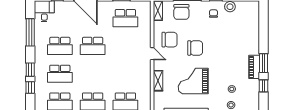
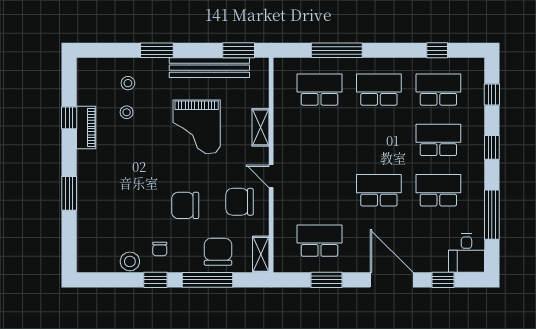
chair: (195, 48) -> (185, 205), moved
window: (264, 63) -> (69, 193), moved
piano: (254, 67) -> (86, 127), moved
grand piano: (193, 81) -> (197, 127), turned 90
window: (30, 87) -> (492, 95), moved

